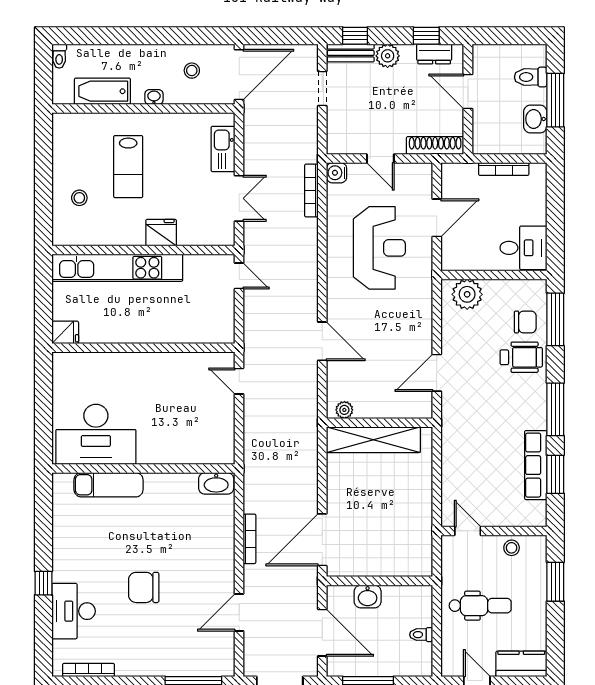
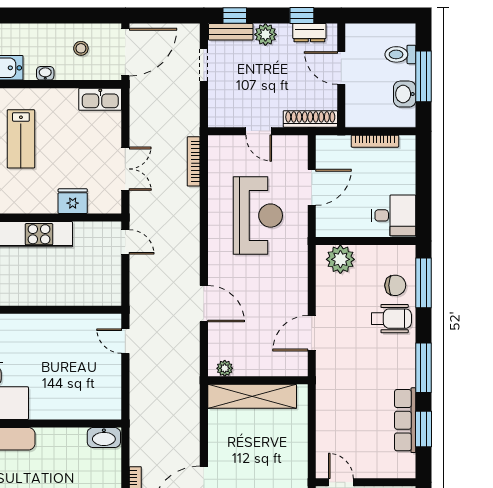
kitchen sink: (223, 149) -> (100, 99), moved, turned -90
water cooler: (337, 173) -> (217, 145), removed
fridge: (161, 233) -> (73, 201), moved

